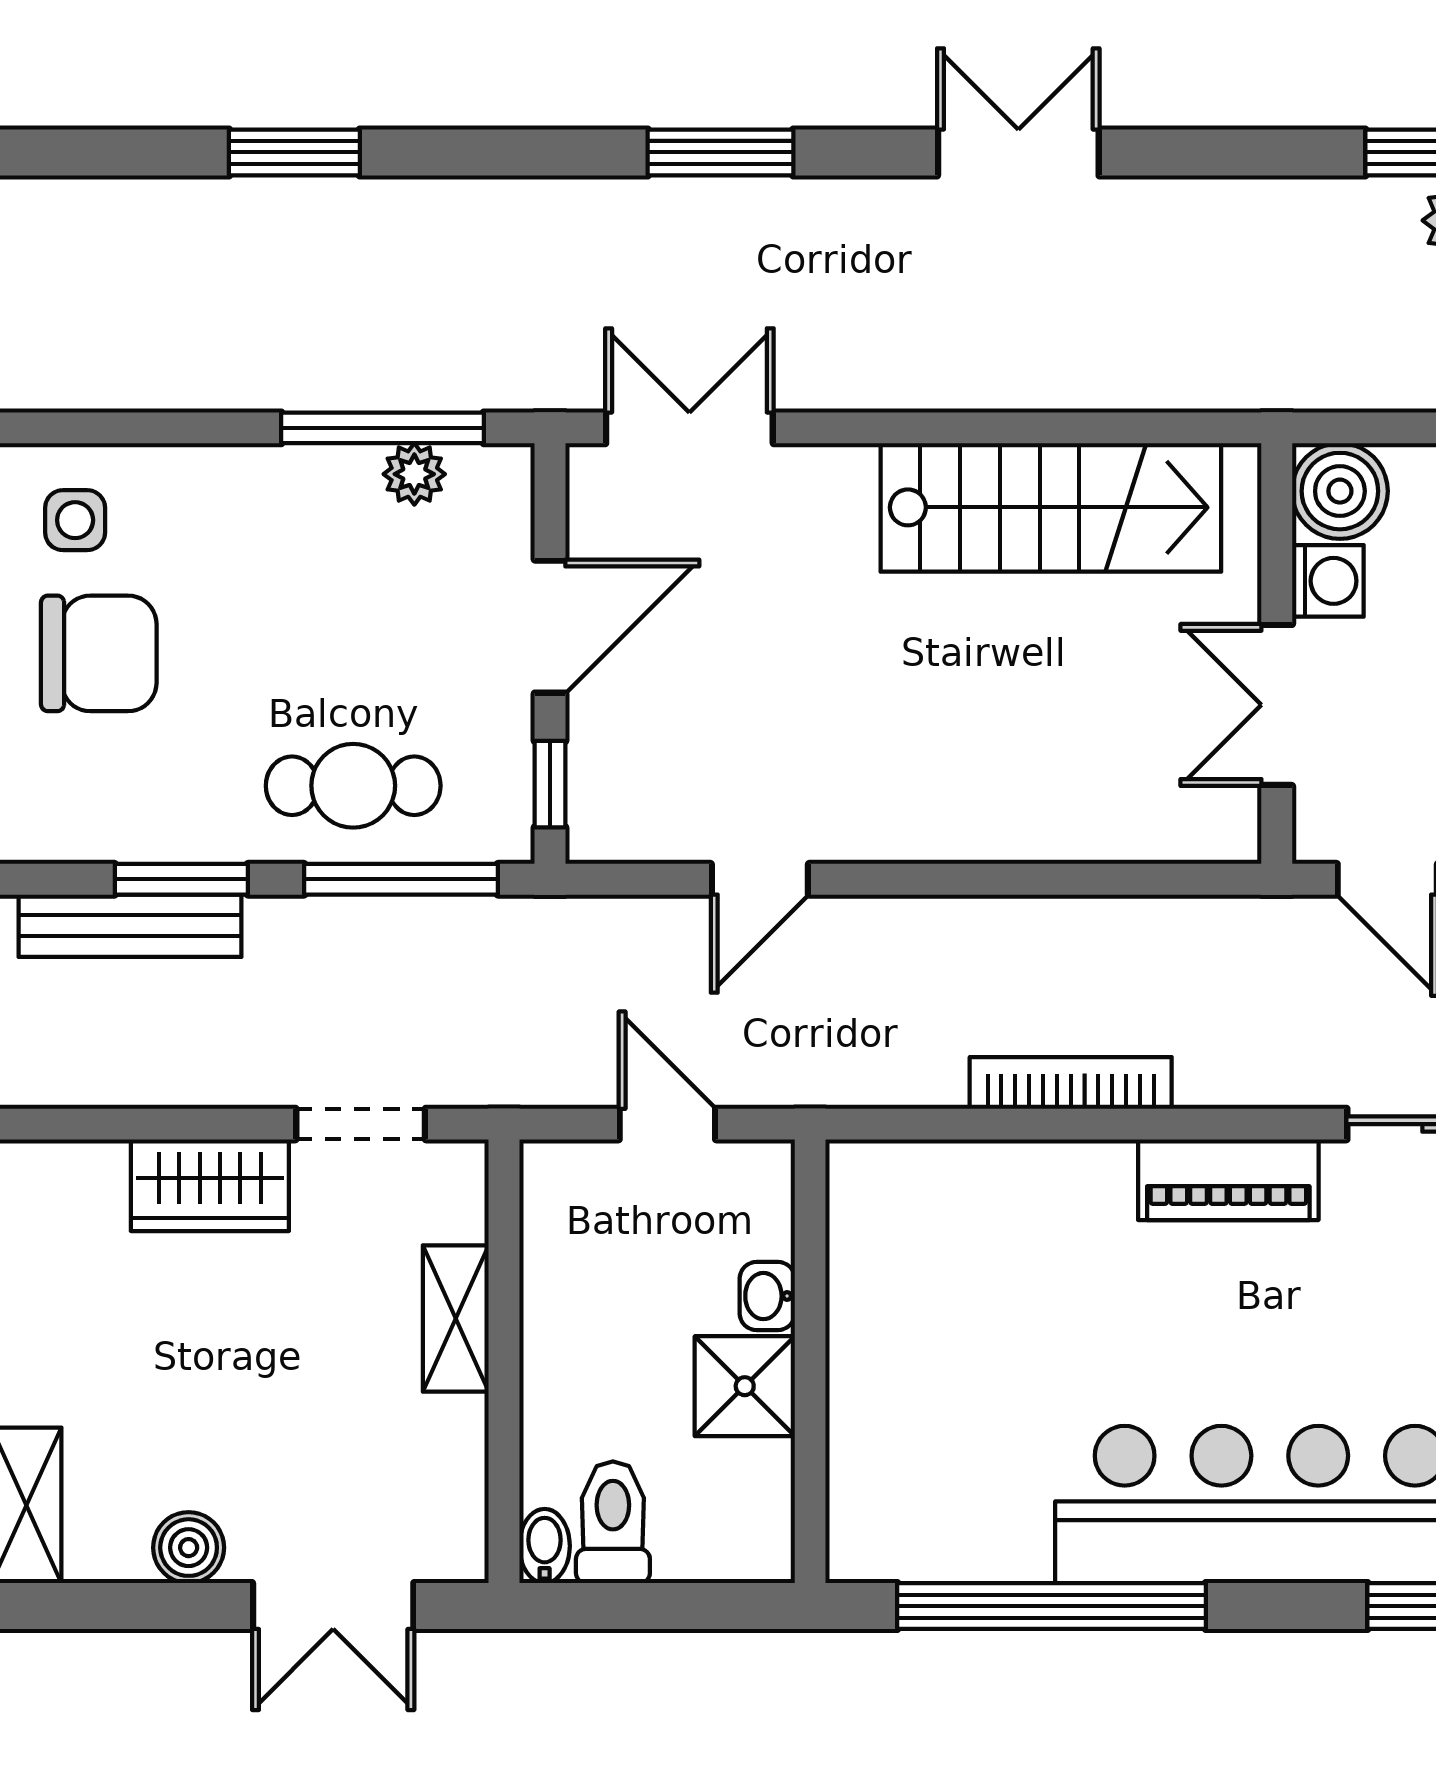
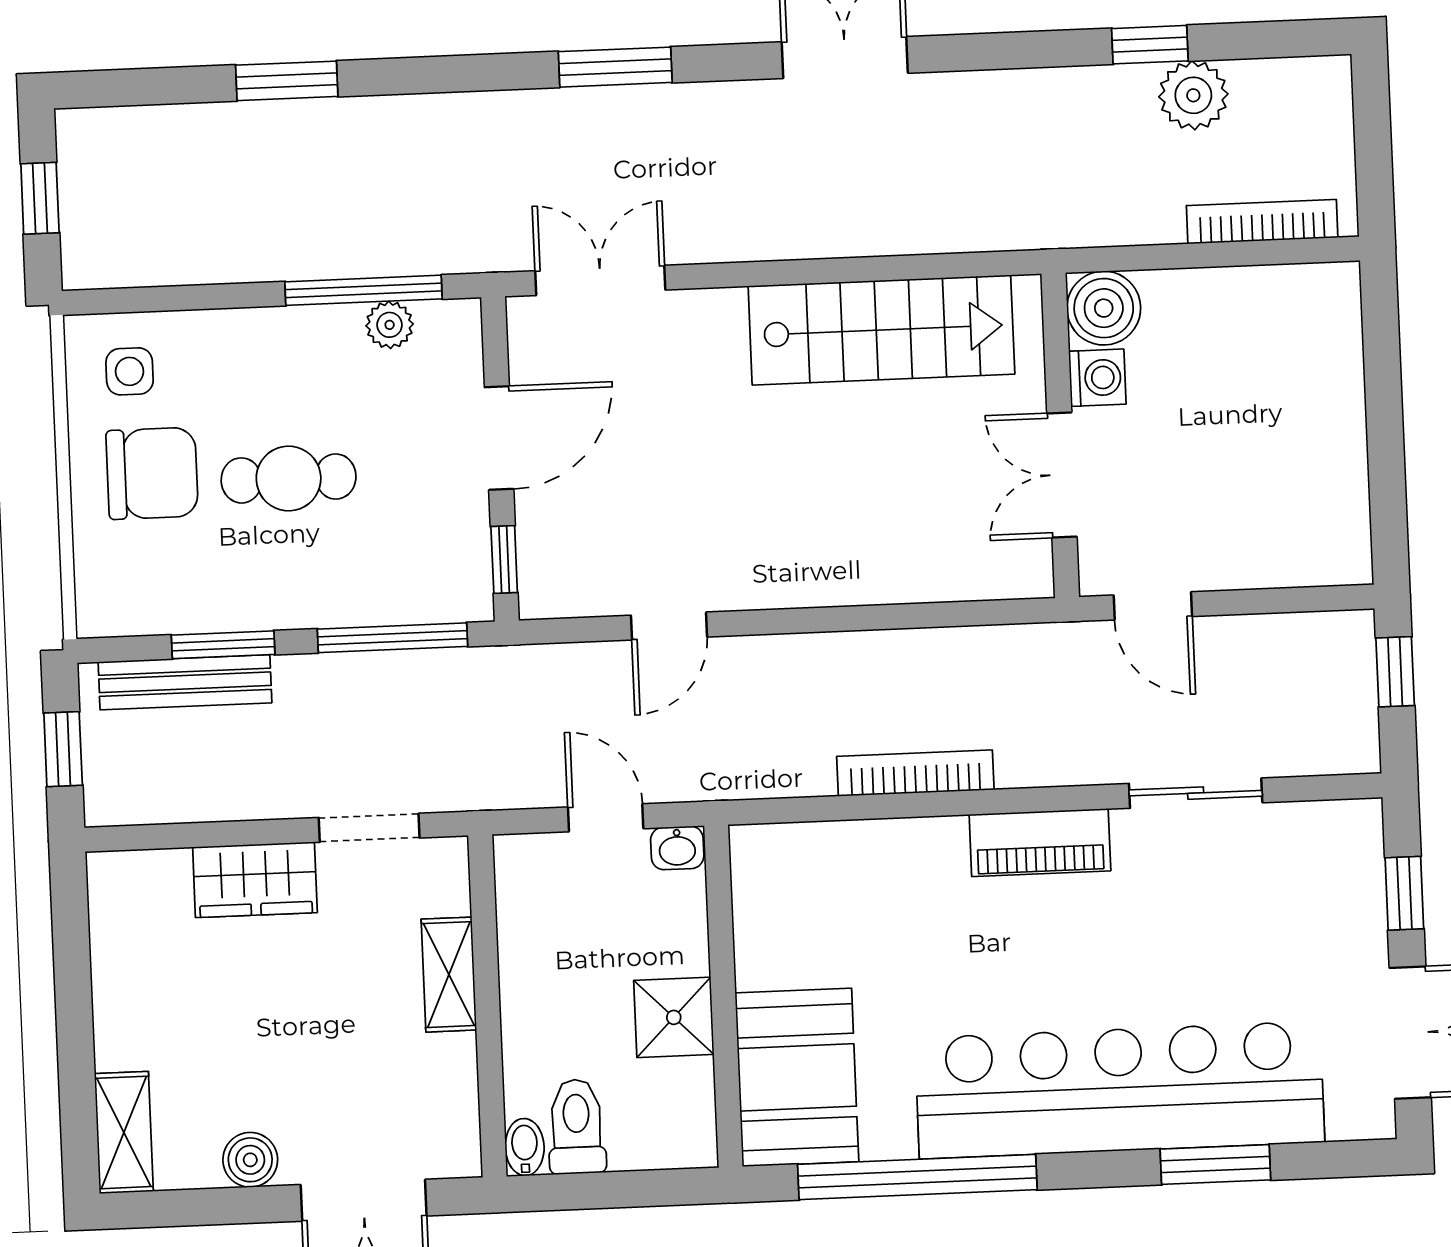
cafe table: (353, 786) -> (289, 478), moved
washbasin: (767, 1296) -> (677, 848), moved, turned -90
booth: (901, 1470) -> (797, 1077), added

